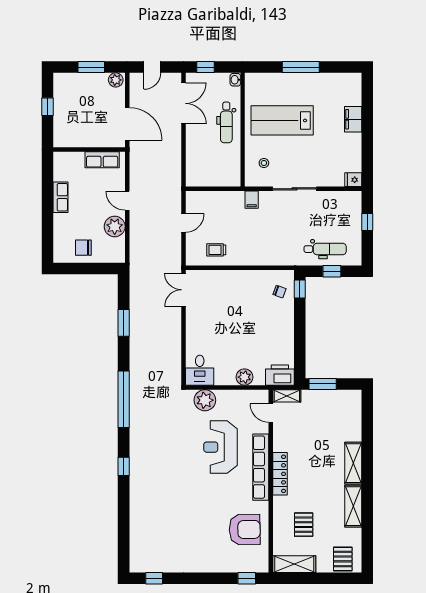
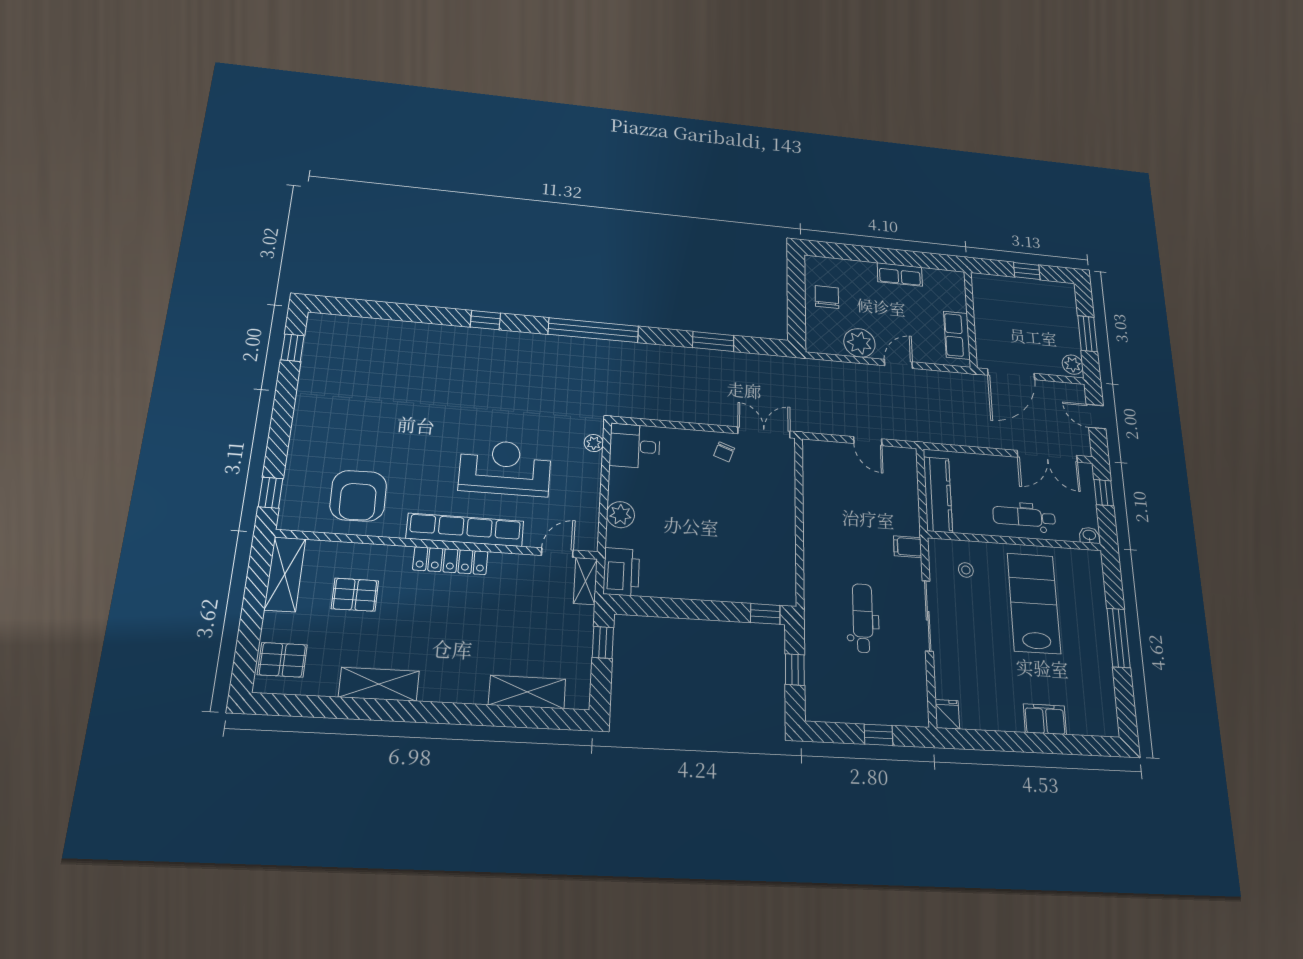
kitchen counter: (216, 179) -> (938, 495), added
dental chair: (325, 249) -> (863, 618), moved, turned 180
trolley: (216, 250) -> (827, 487), removed
chair: (280, 292) -> (724, 452), moved
window: (323, 384) -> (603, 642), width x0.67
plant: (205, 400) -> (594, 443), width x0.53, depth x0.53
shelving: (353, 463) -> (527, 692), moved

